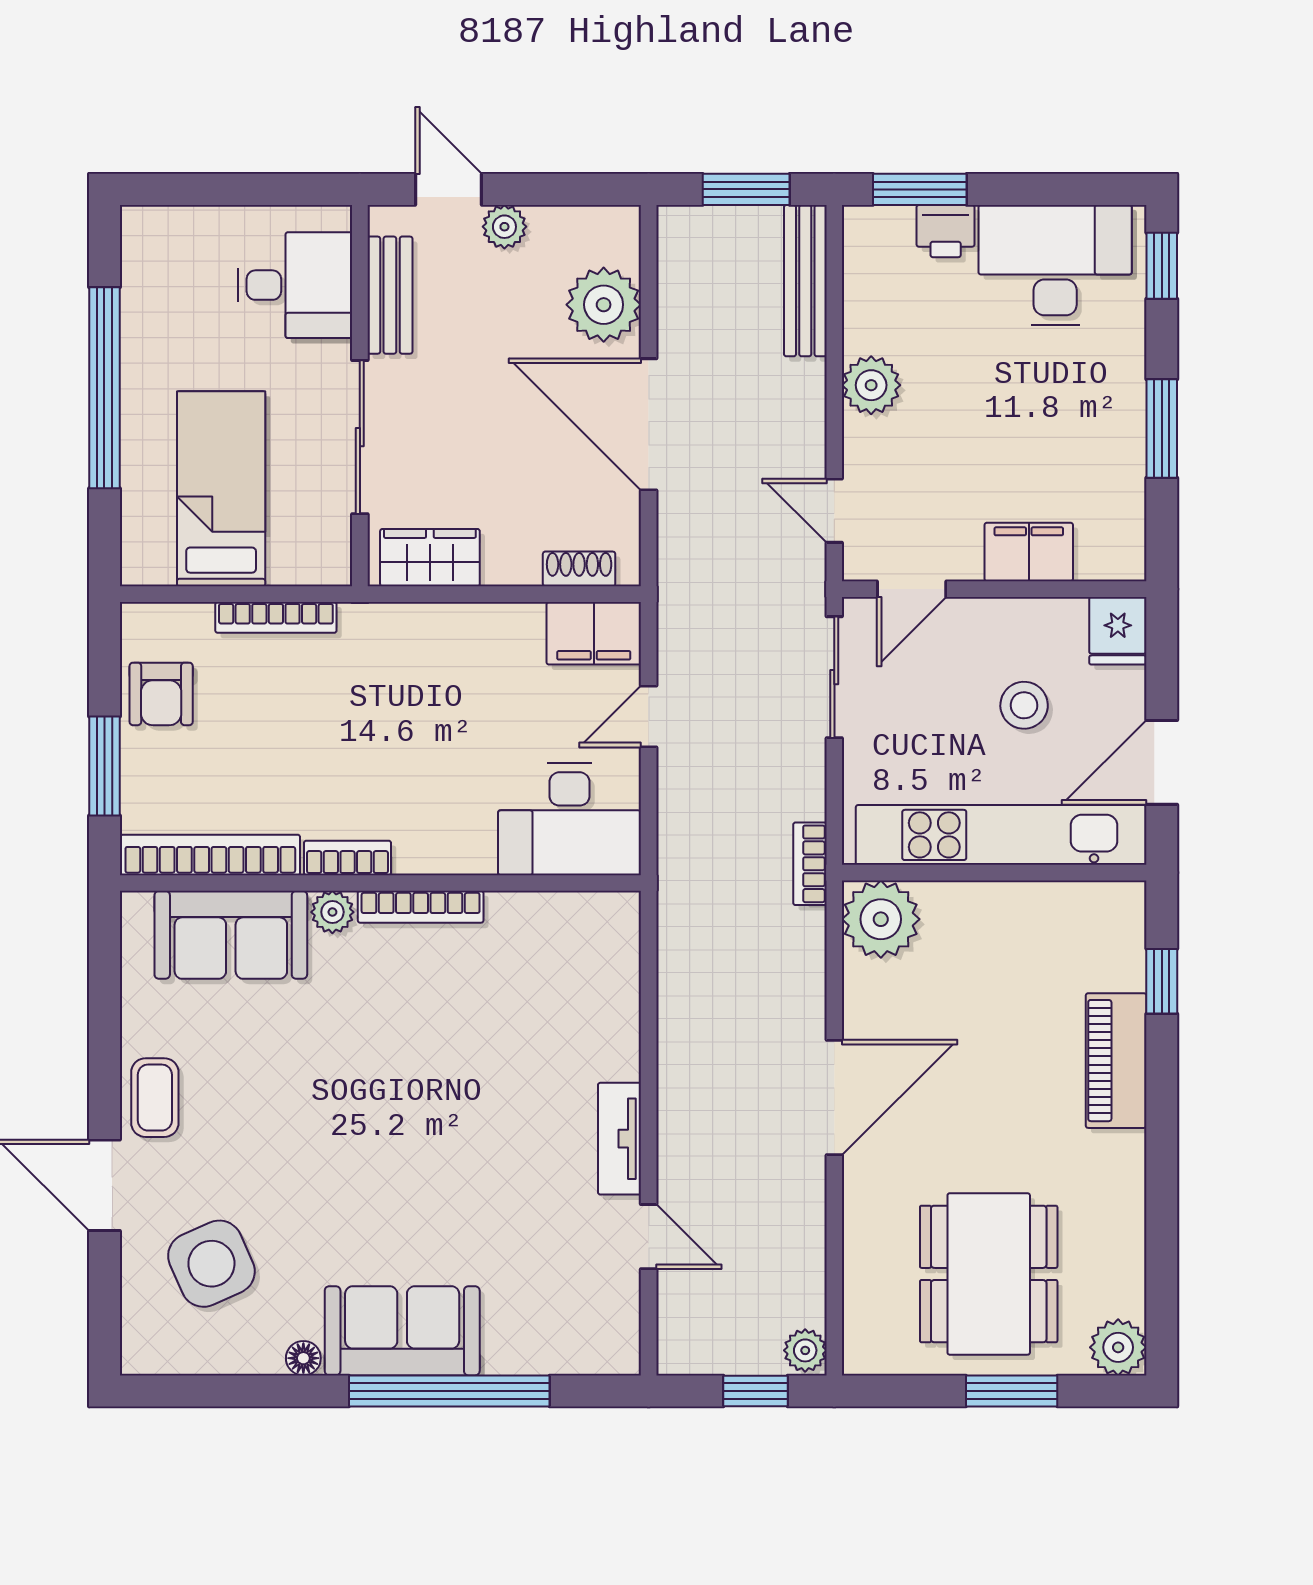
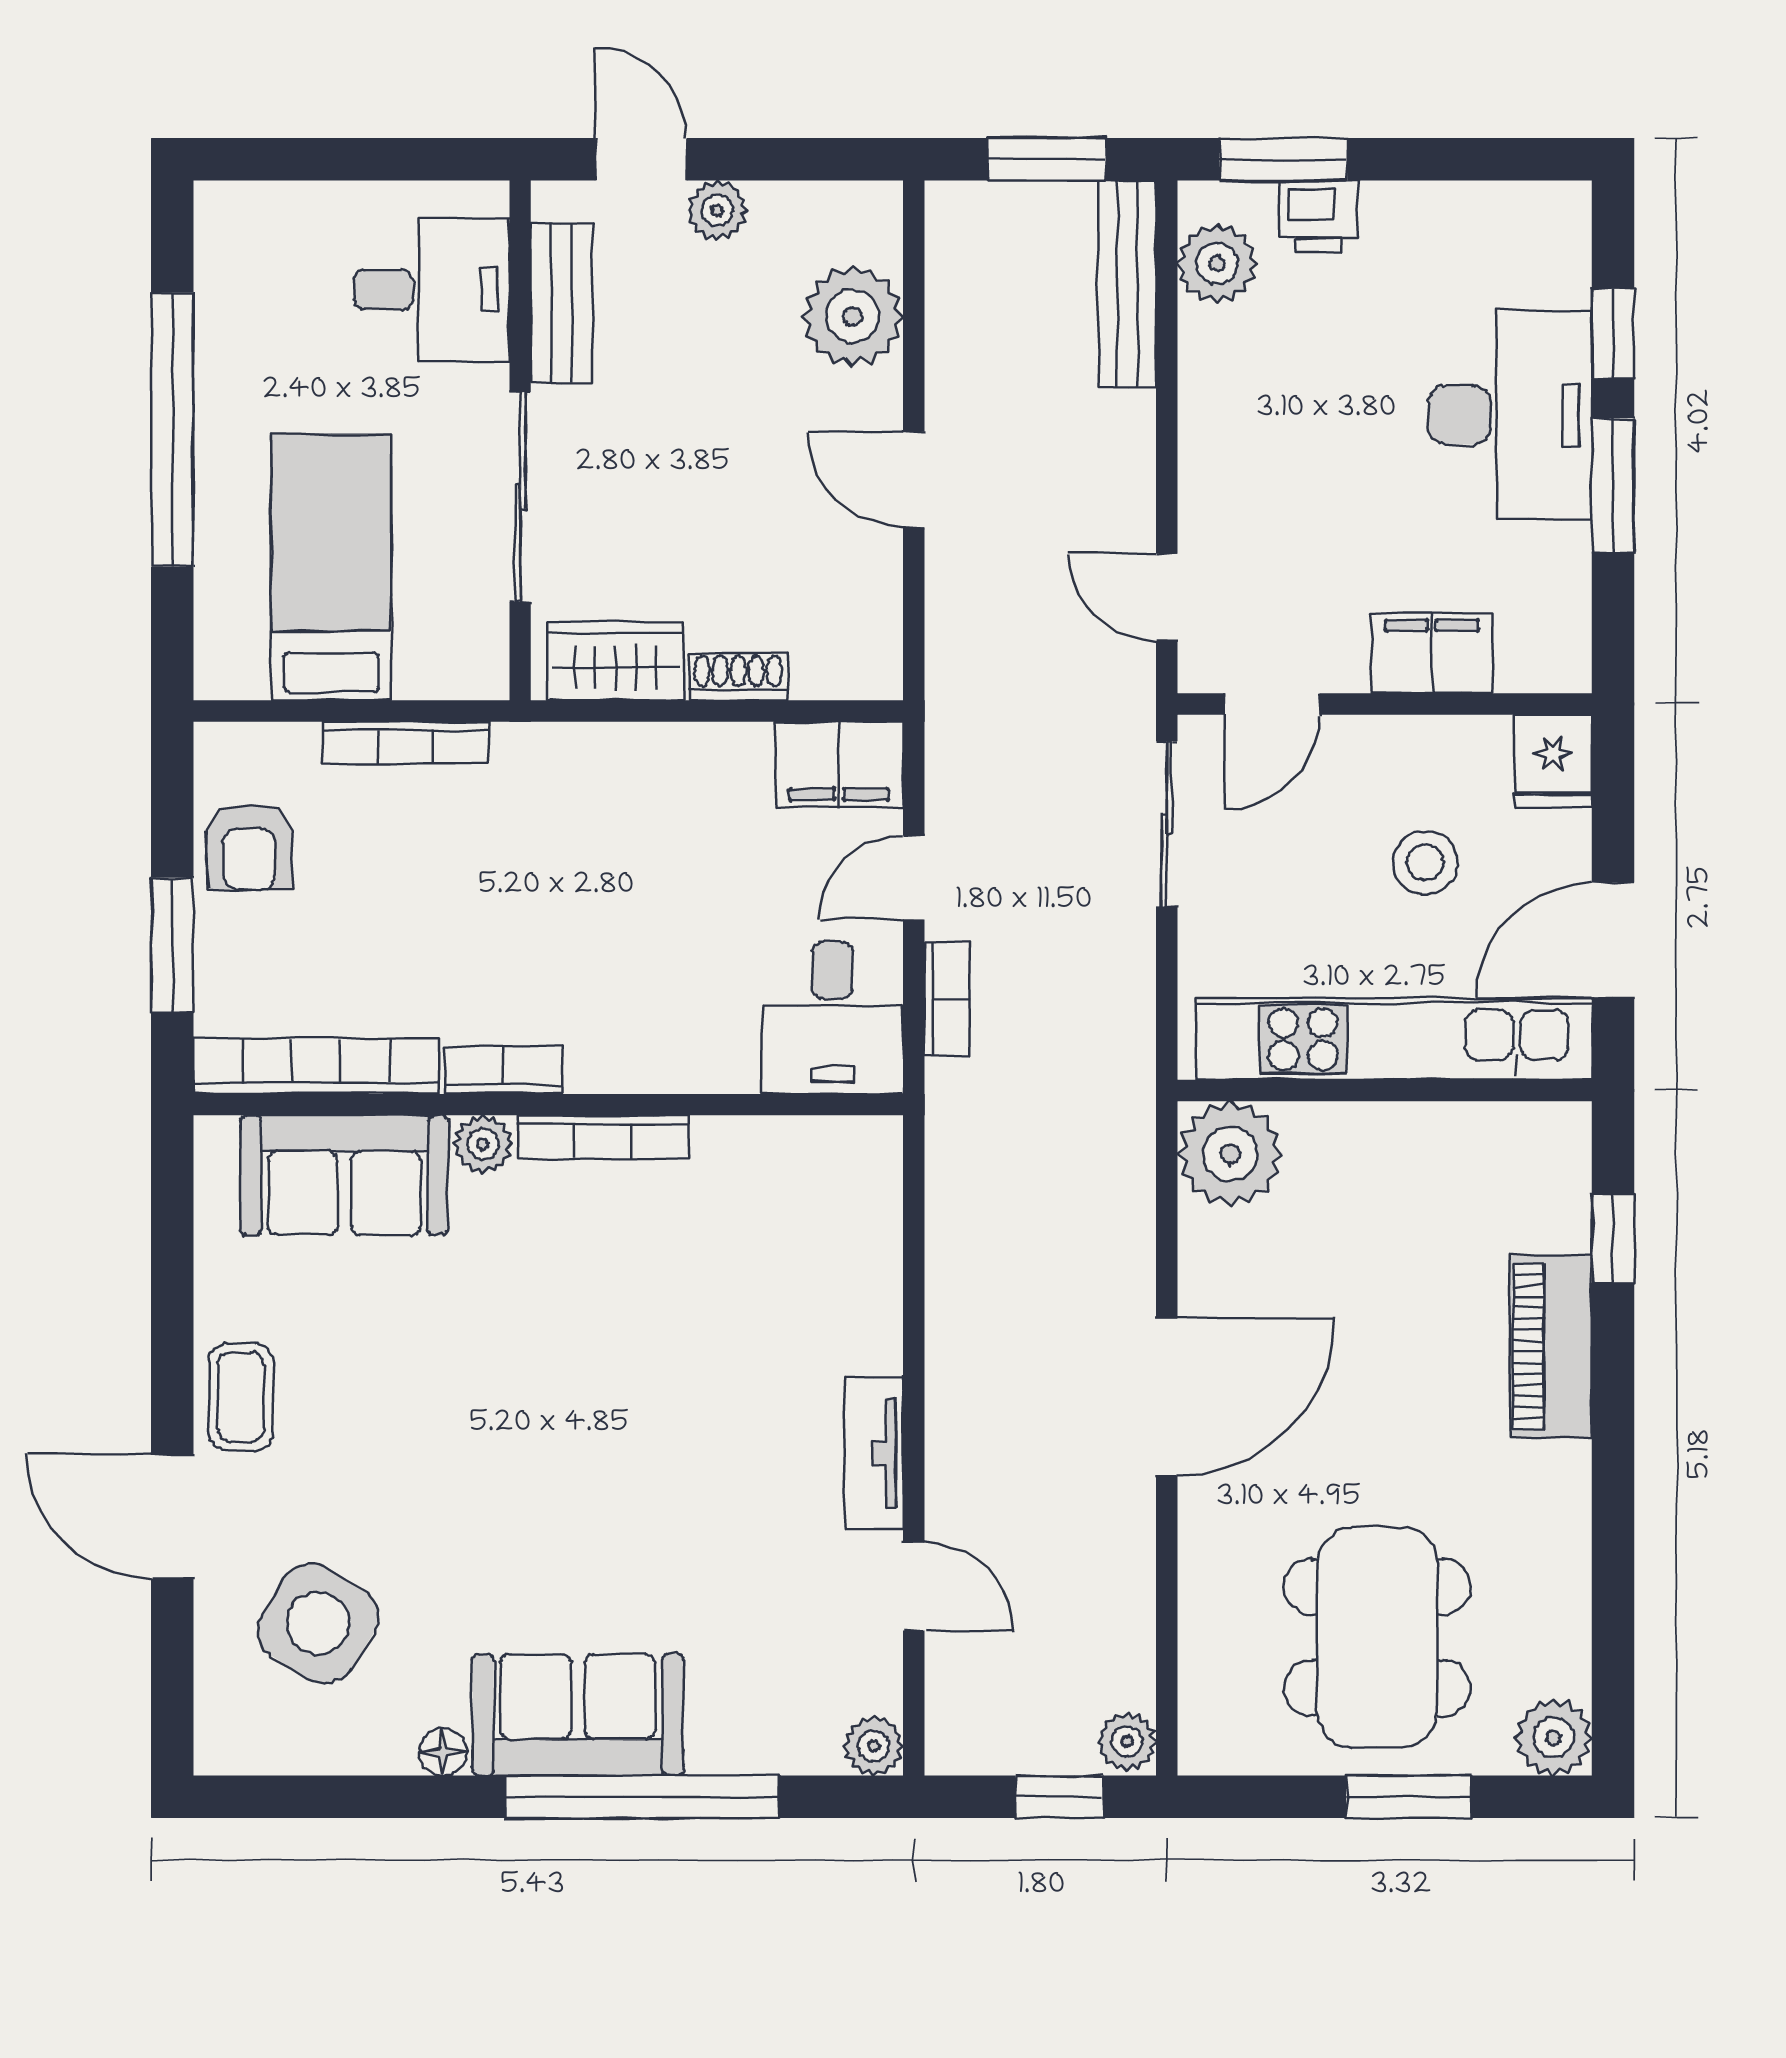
desk: (1055, 265) -> (1510, 415), moved, turned 90
window: (1162, 266) -> (1613, 333), moved
plant: (871, 385) -> (1217, 263), moved
door: (649, 424) -> (914, 480), width x0.53
shoe rack: (579, 569) -> (738, 677), moved
desk: (570, 819) -> (832, 1018), width x0.73
bookcase: (810, 864) -> (947, 999), moved, turned 180
side table: (211, 1264) -> (318, 1623), turned -34
plant: (619, 1354) -> (874, 1746), added

